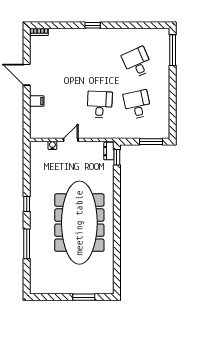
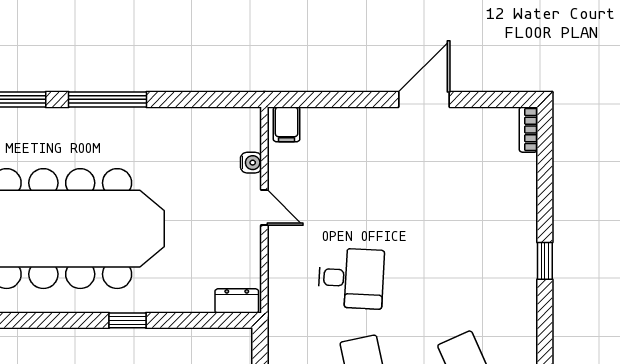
filing cabinet: (37, 101) -> (287, 124), moved
window: (117, 157) -> (127, 320), moved
window: (27, 204) -> (107, 99), width x2.17

